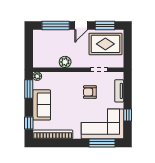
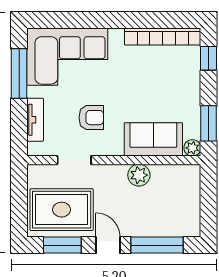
door: (81, 25) -> (108, 245), hinge flipped
sofa: (42, 105) -> (153, 139), moved, turned 90
window: (128, 115) -> (19, 73), width x2.17
window: (102, 143) -> (68, 20), removed

